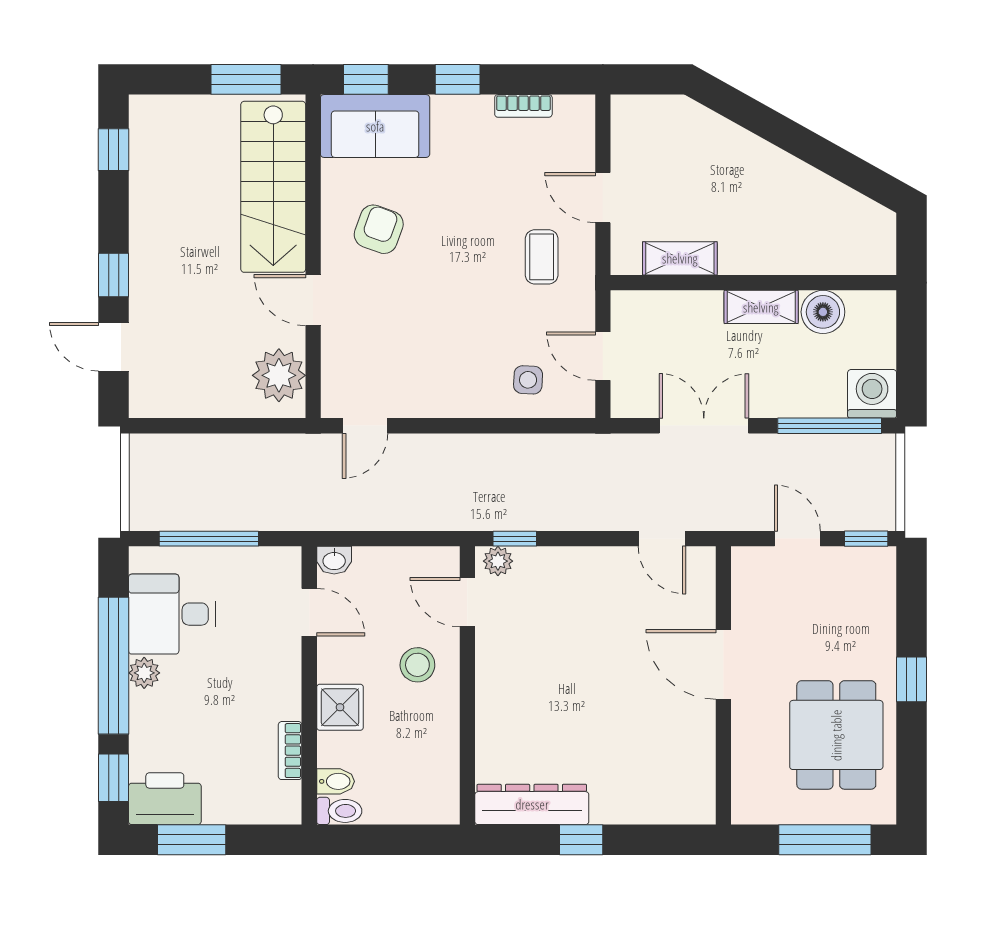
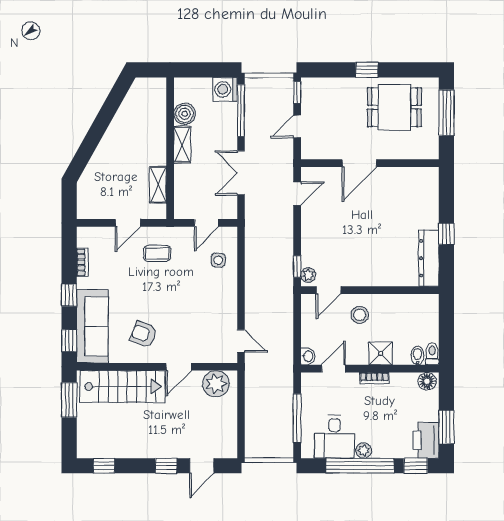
sofa: (375, 126) -> (92, 326), width x1.36
bookcase: (290, 751) -> (374, 378), moved
floor lamp: (284, 801) -> (427, 381), added

